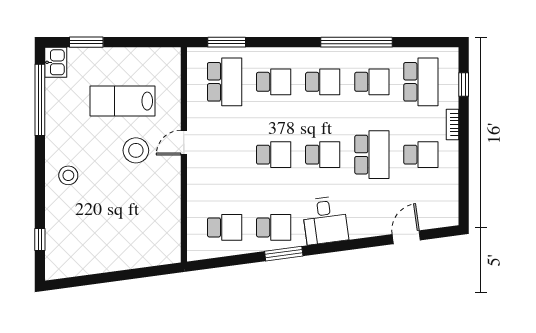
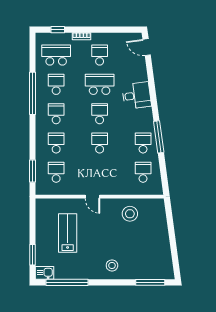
school desk: (225, 82) -> (56, 172), width x0.54
lab bench: (123, 101) -> (68, 233), turned 180
stool: (136, 150) -> (130, 214), moved
desk: (325, 220) -> (137, 95), moved
door: (406, 237) -> (147, 47), moved
window: (40, 240) -> (150, 282), width x2.17
window: (284, 254) -> (159, 137), width x1.44

